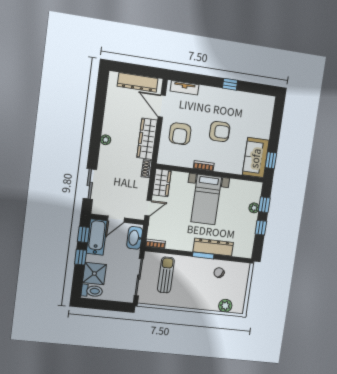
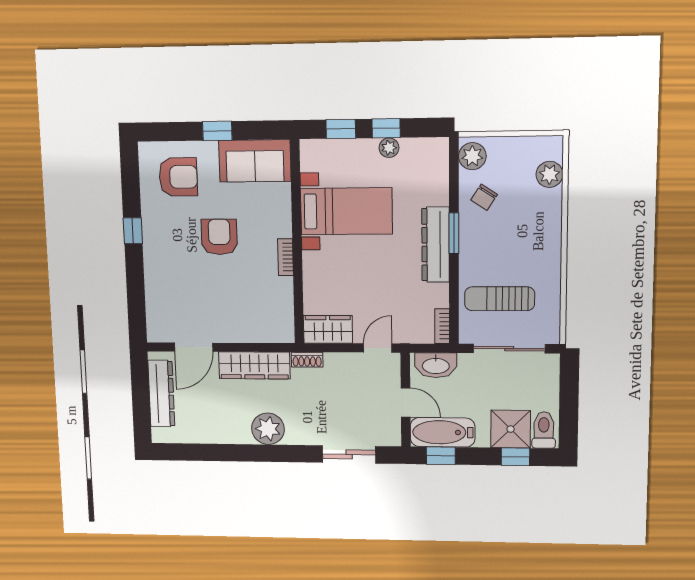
tv unit: (184, 88) -> (155, 312), removed
armchair: (180, 134) -> (178, 177), moved
plant: (106, 140) -> (268, 429), width x1.88, depth x1.88
window: (271, 160) -> (217, 131), moved
bed with nightstands: (206, 200) -> (346, 211), moved
door: (148, 208) -> (378, 348), hinge flipped
plant: (254, 208) -> (389, 148), moved
dresser: (213, 247) -> (436, 245), moved
window: (81, 257) -> (515, 457), moved
plant: (240, 269) -> (472, 156), added

